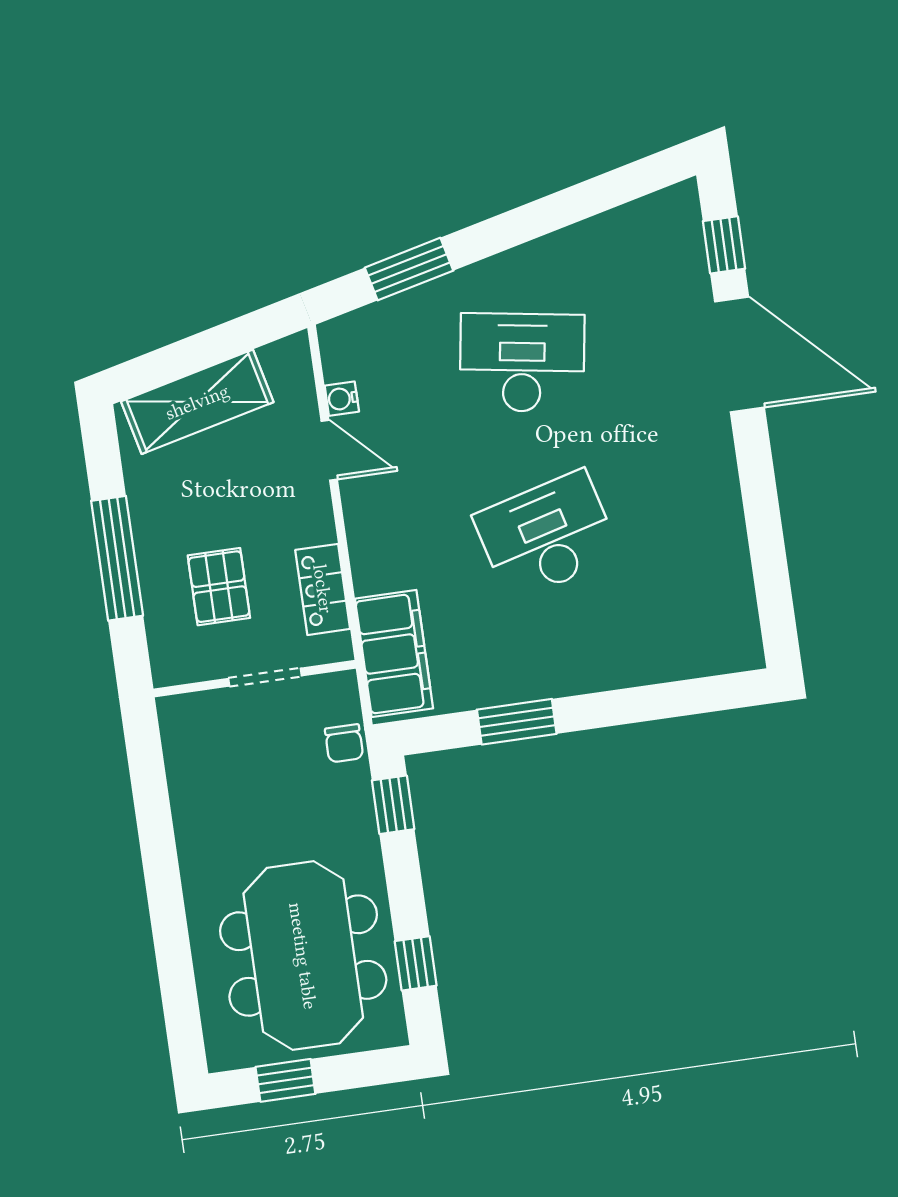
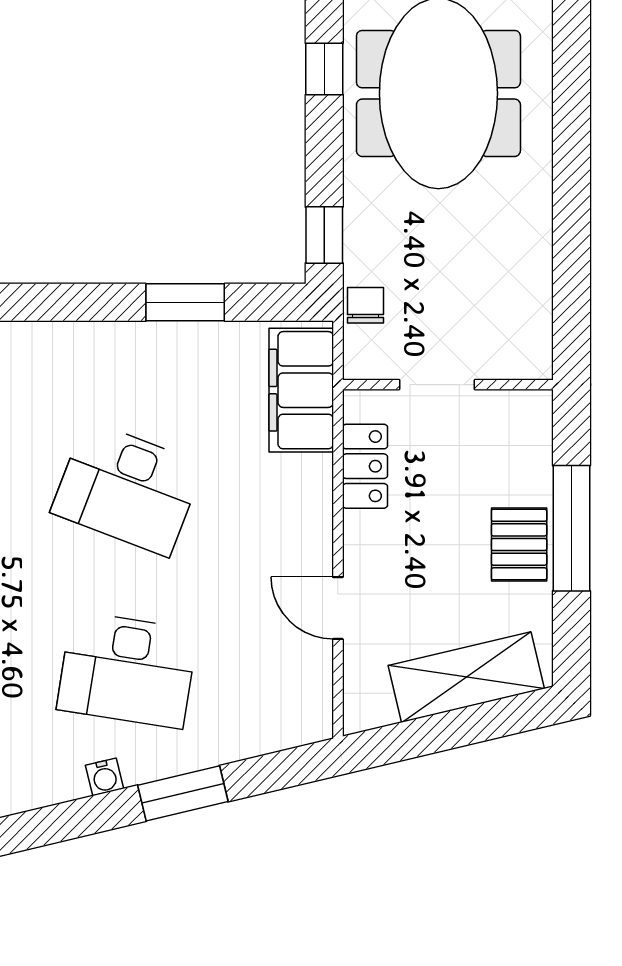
window: (409, 269) -> (183, 793), moved
water cooler: (342, 399) -> (104, 777), moved, turned 77
desk: (547, 536) -> (127, 489), turned 36
pallet: (219, 587) -> (519, 545), moved

